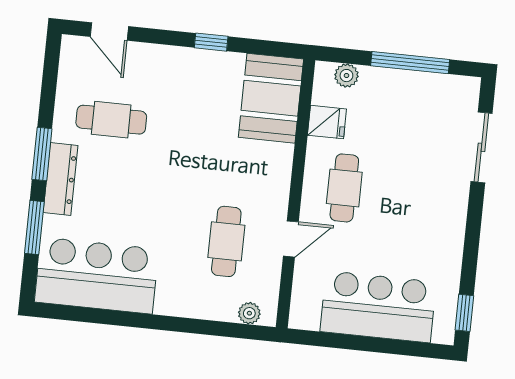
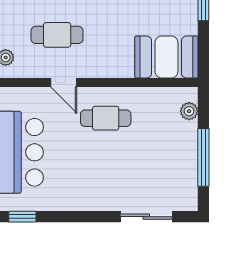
fridge: (327, 122) -> (153, 100), removed

